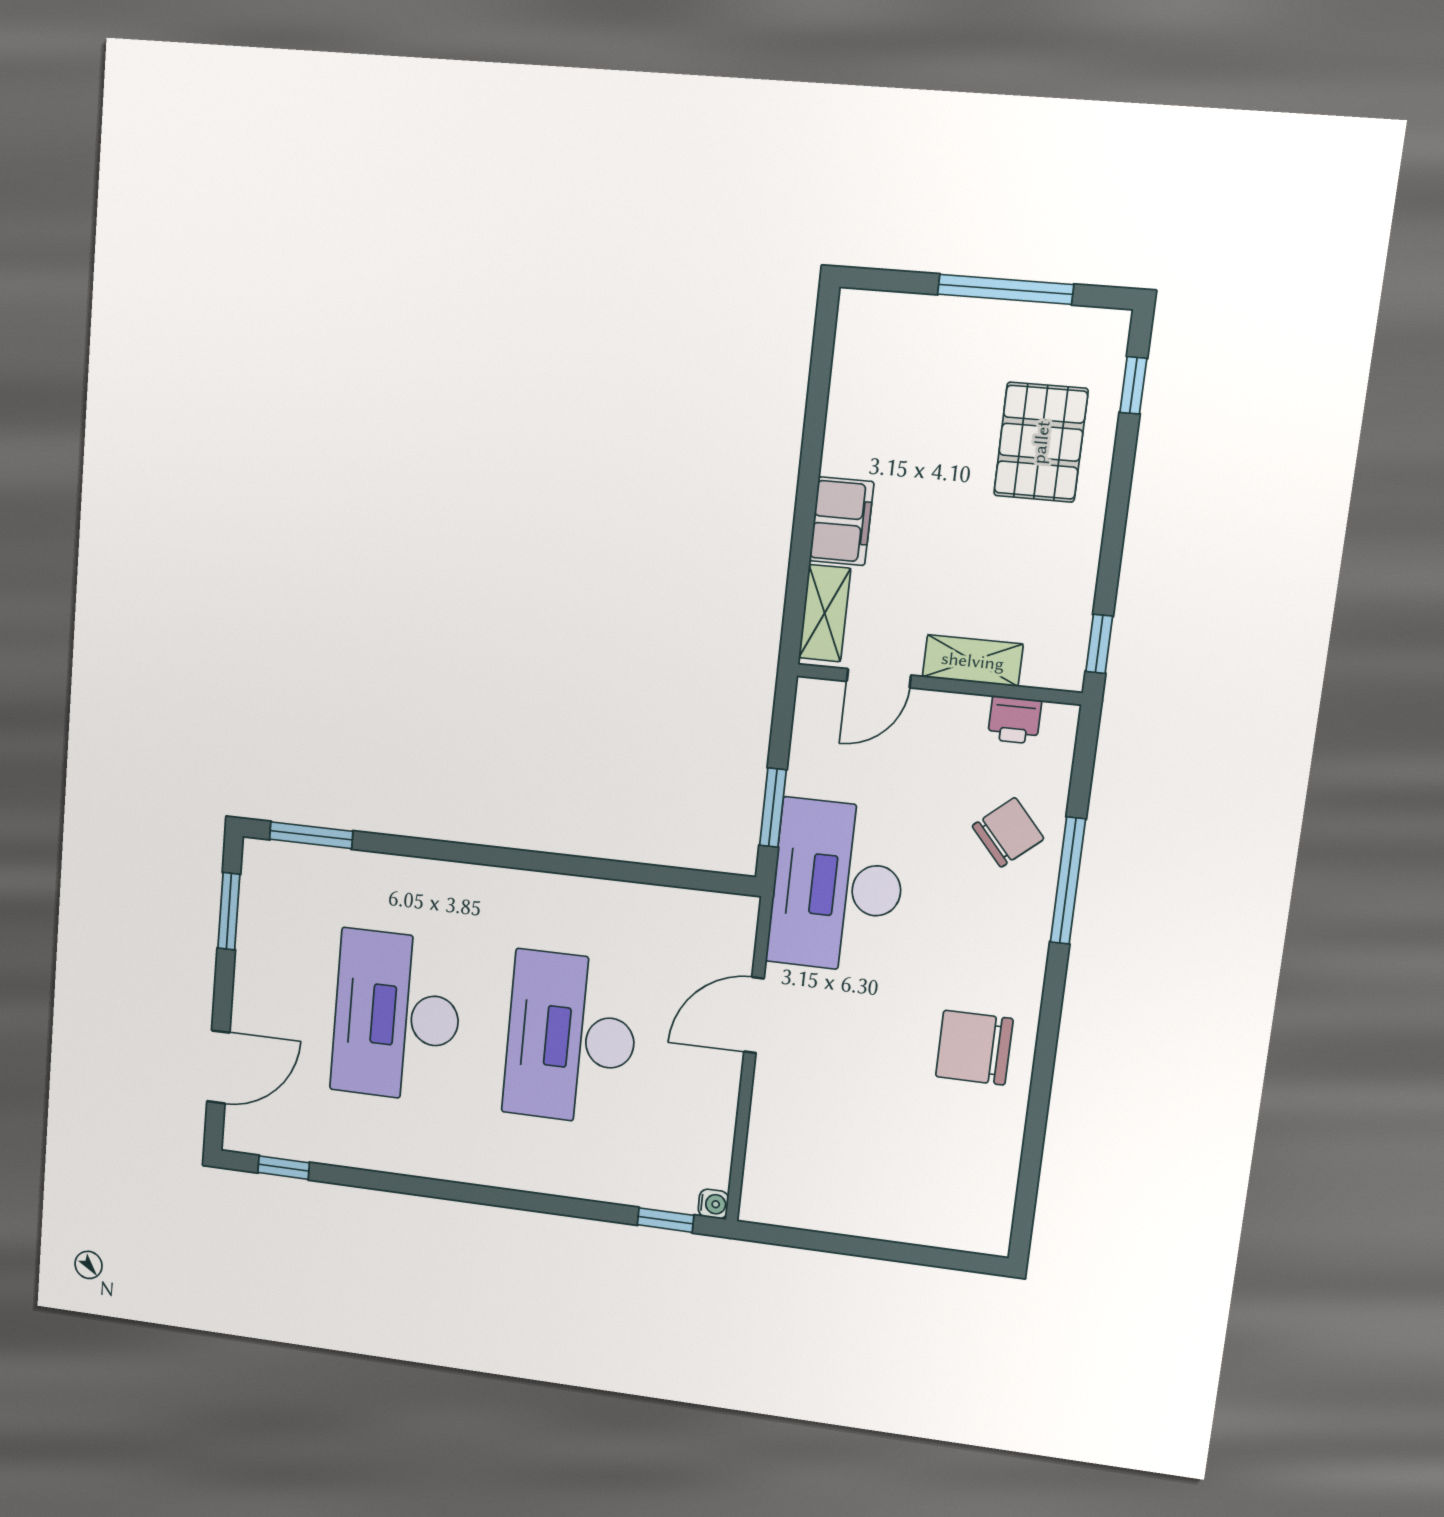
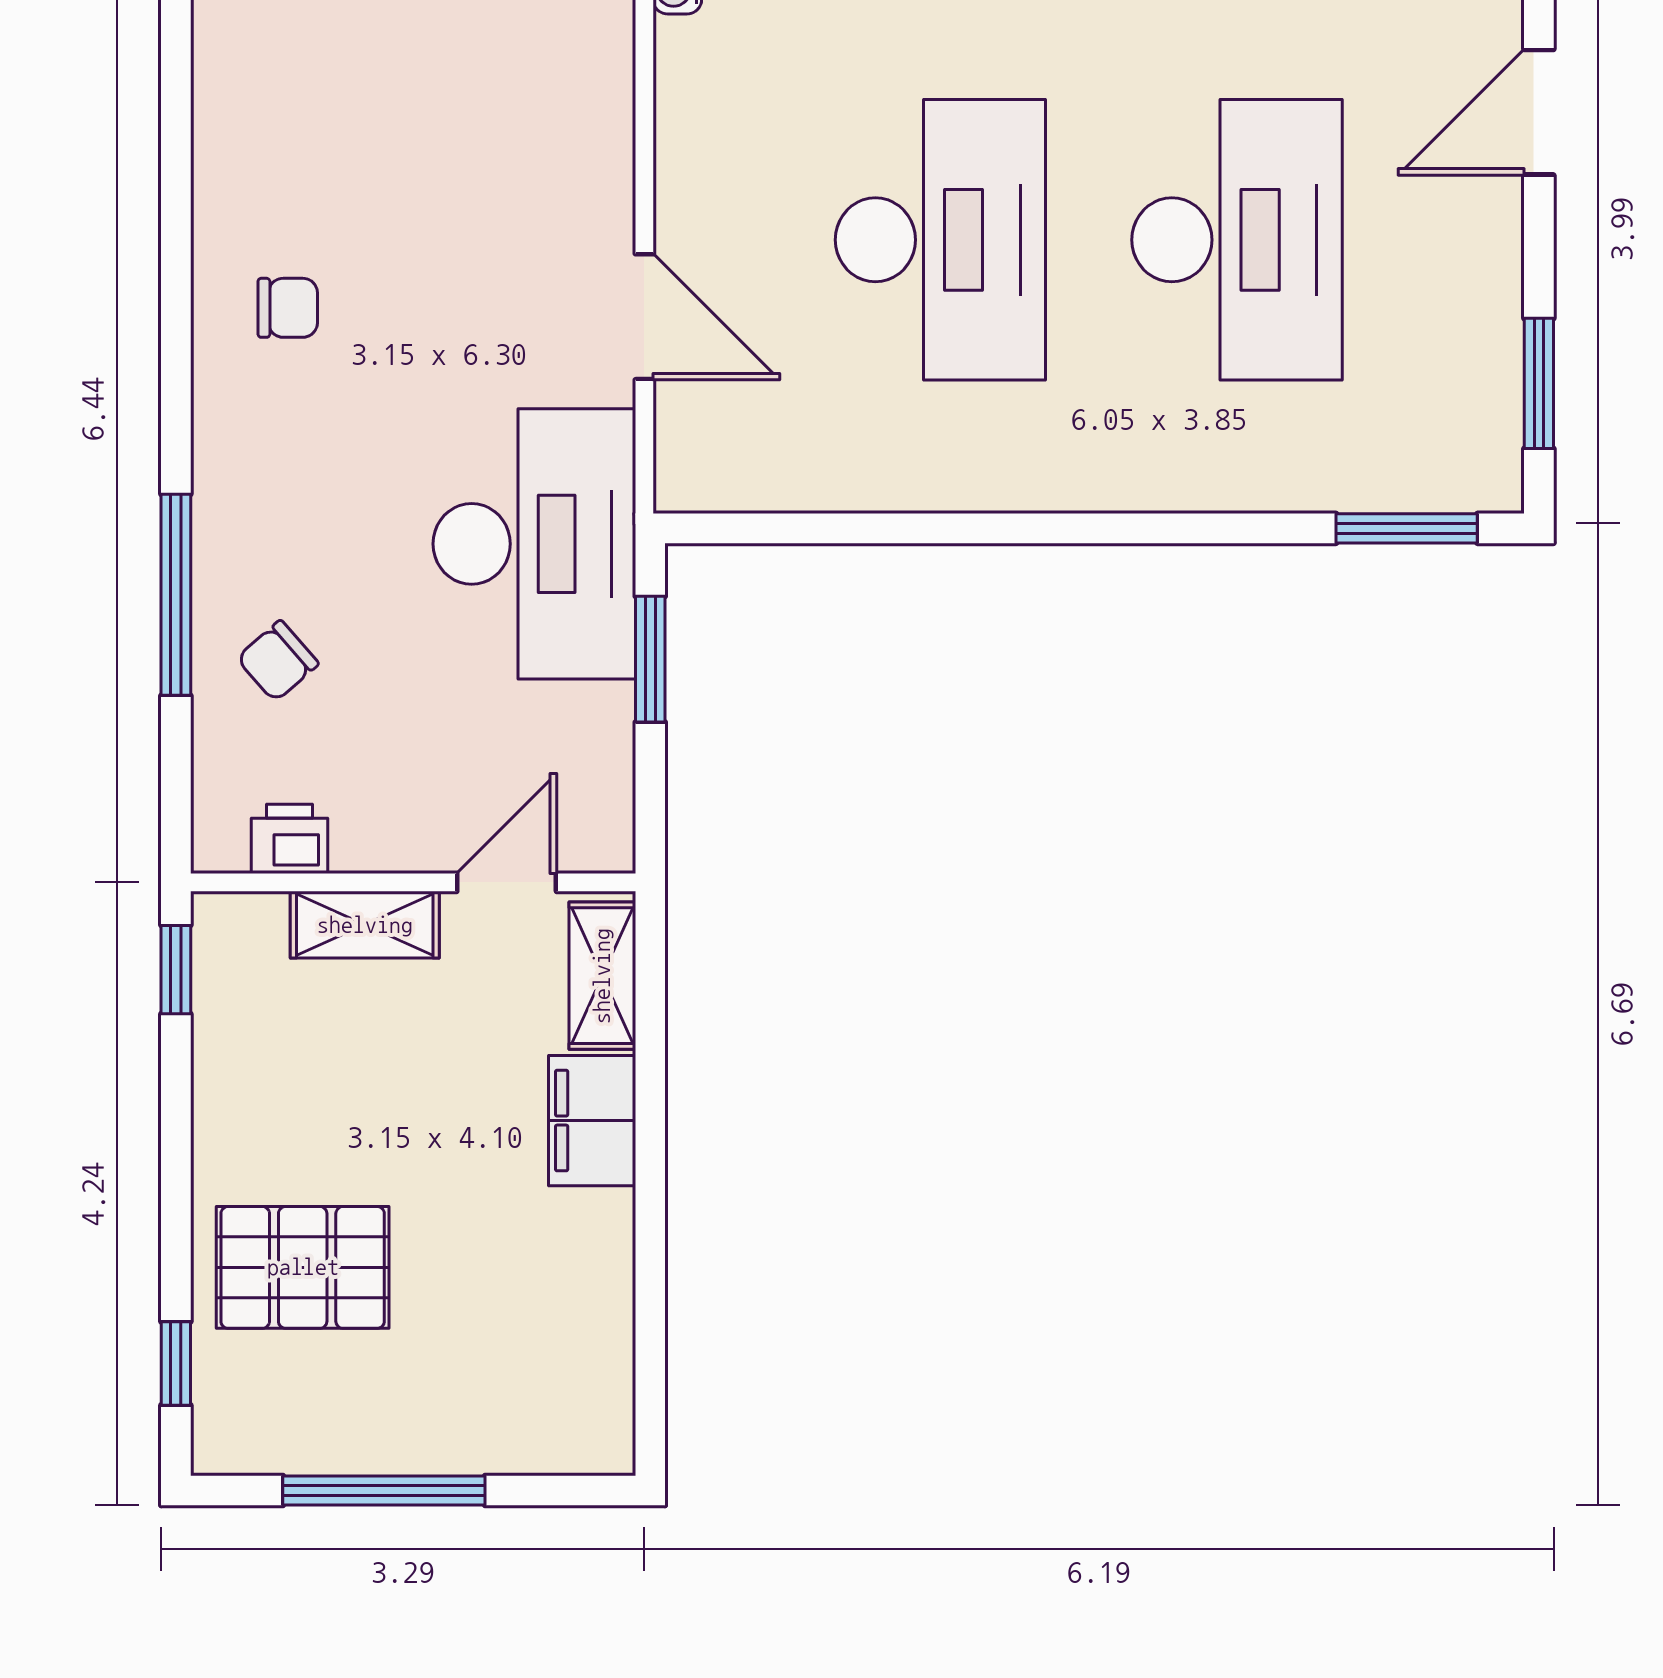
pallet: (1041, 442) -> (303, 1267), turned 90
chair: (1008, 832) -> (278, 661), width x0.73, depth x0.73
door: (754, 1015) -> (644, 317), hinge flipped
chair: (974, 1048) -> (288, 308), width x0.54, depth x0.54

